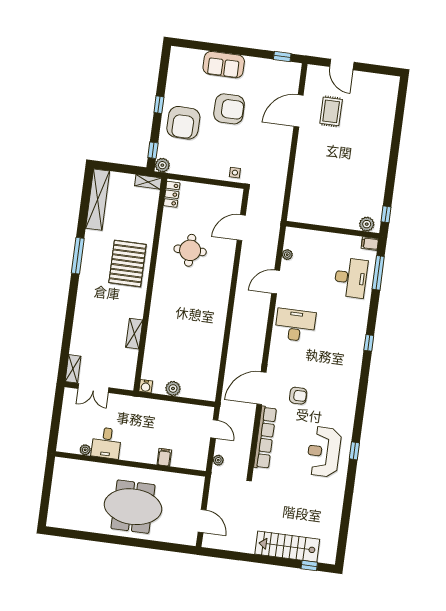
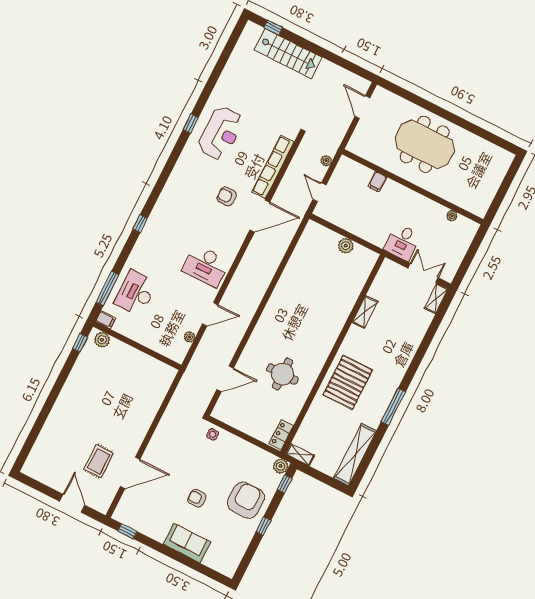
armchair: (229, 109) -> (197, 498), width x0.53, depth x0.53
water cooler: (146, 386) -> (372, 257), removed
desk: (106, 443) -> (403, 242), moved, turned 180

